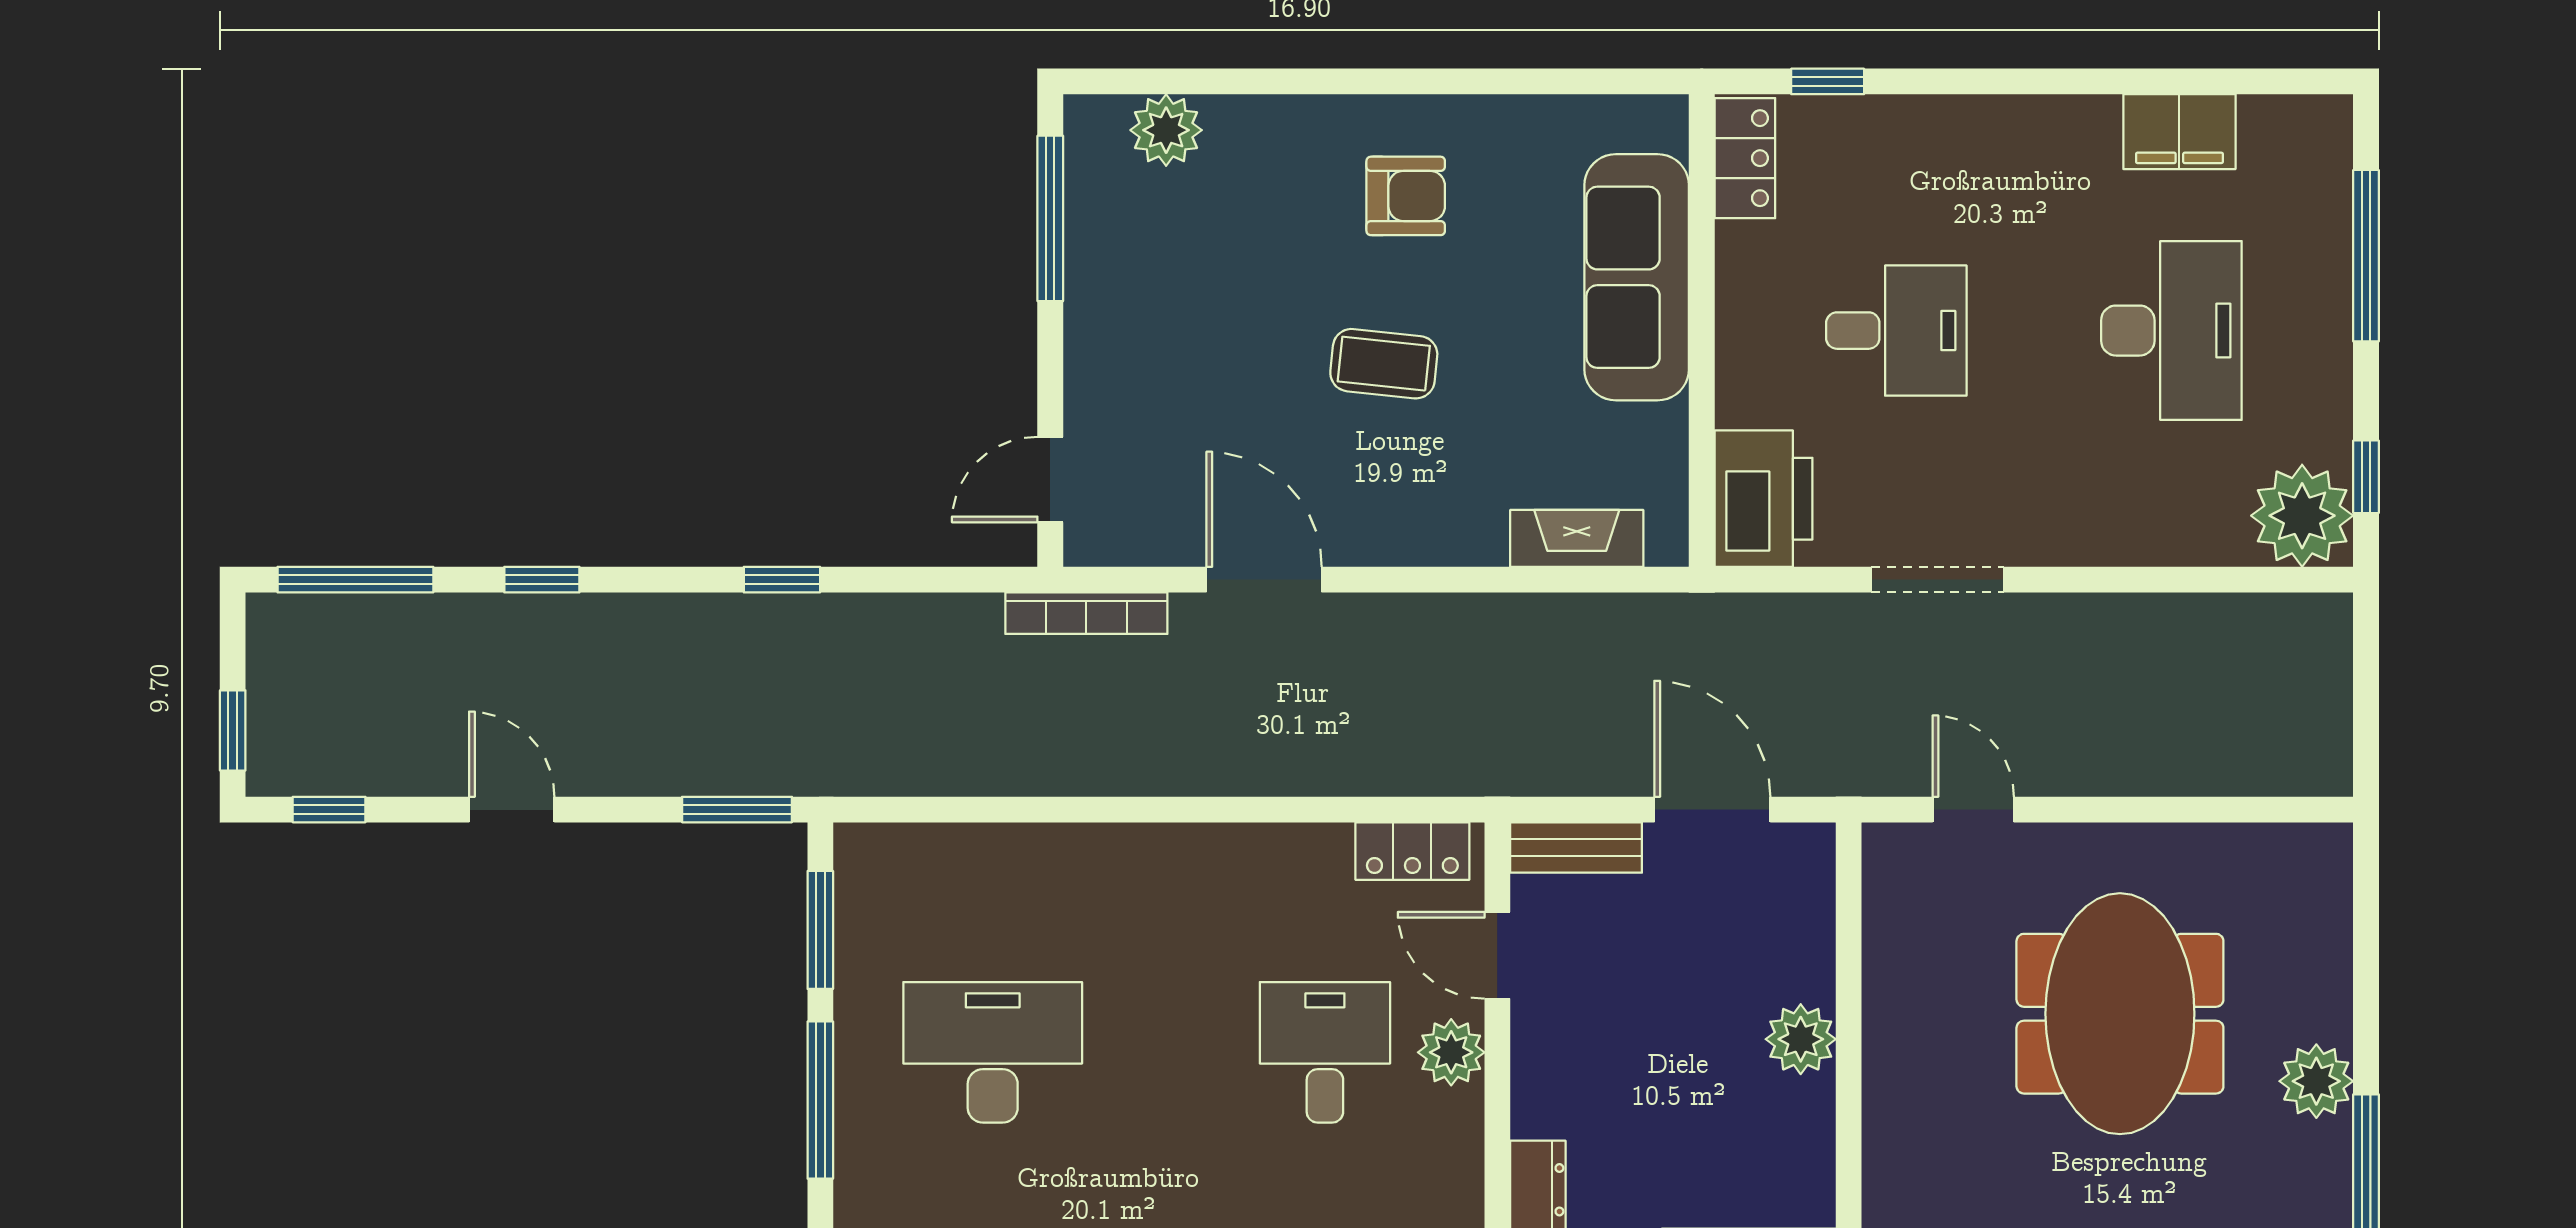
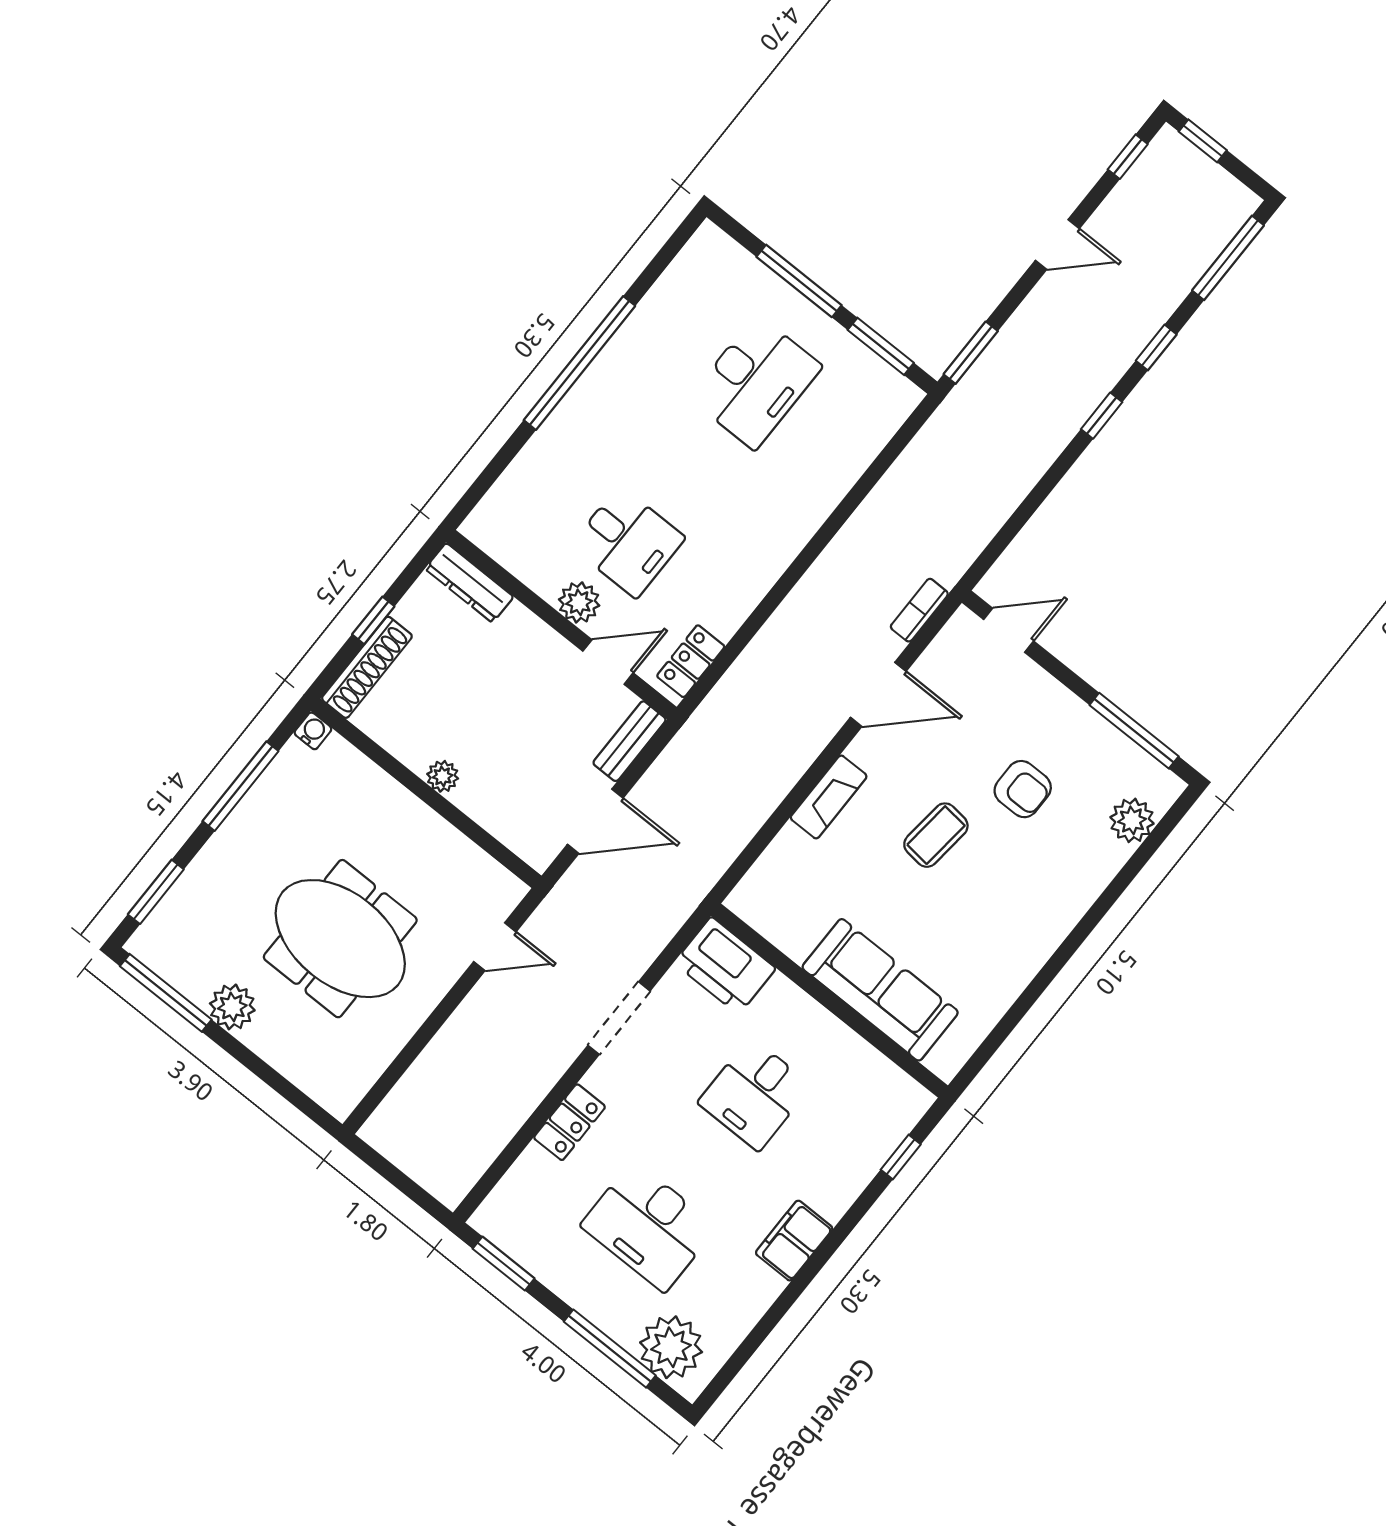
filing cabinet: (2179, 132) -> (794, 1241), moved
locker: (1745, 158) -> (570, 1122), moved, turned -90
armchair: (1406, 196) -> (1023, 789), moved, turned -90
window: (2366, 477) -> (504, 1263), width x1.50
door: (1050, 480) -> (1009, 630), hinge flipped
plant: (2302, 516) -> (671, 1347), moved
fireplace: (1577, 538) -> (829, 797), moved
window: (782, 580) -> (1102, 416), moved
bookcase: (1086, 613) -> (919, 610), width x0.64
plant: (1801, 1039) -> (443, 776), width x0.73, depth x0.73

